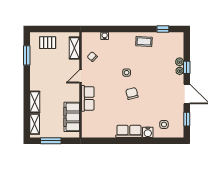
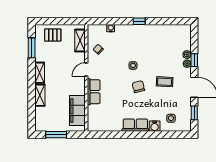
window: (163, 29) -> (139, 21), moved
coffee table: (144, 41) -> (165, 82), moved
shelving: (35, 124) -> (40, 73), moved

